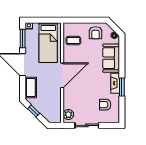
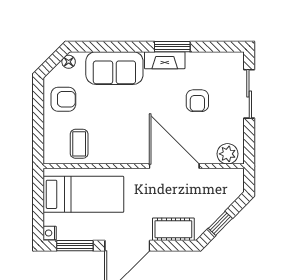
door: (62, 75) -> (174, 166), moved
armchair: (105, 105) -> (197, 101), moved
sliding door: (87, 125) -> (249, 94), moved

